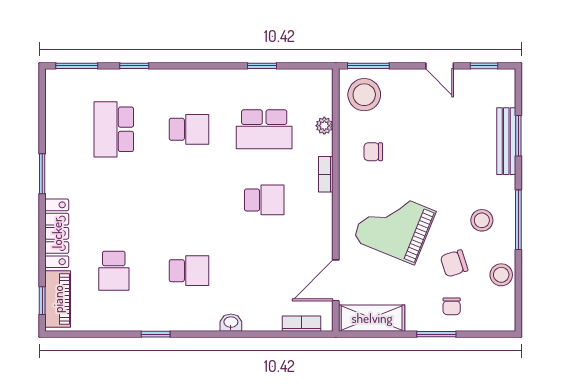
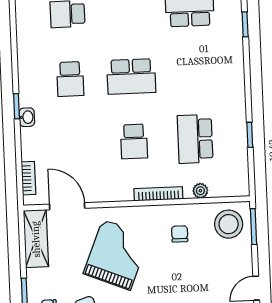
school desk: (189, 129) -> (131, 76), moved, width x1.85
bookcase: (326, 174) -> (158, 194), width x1.56
window: (156, 334) -> (17, 106), moved

